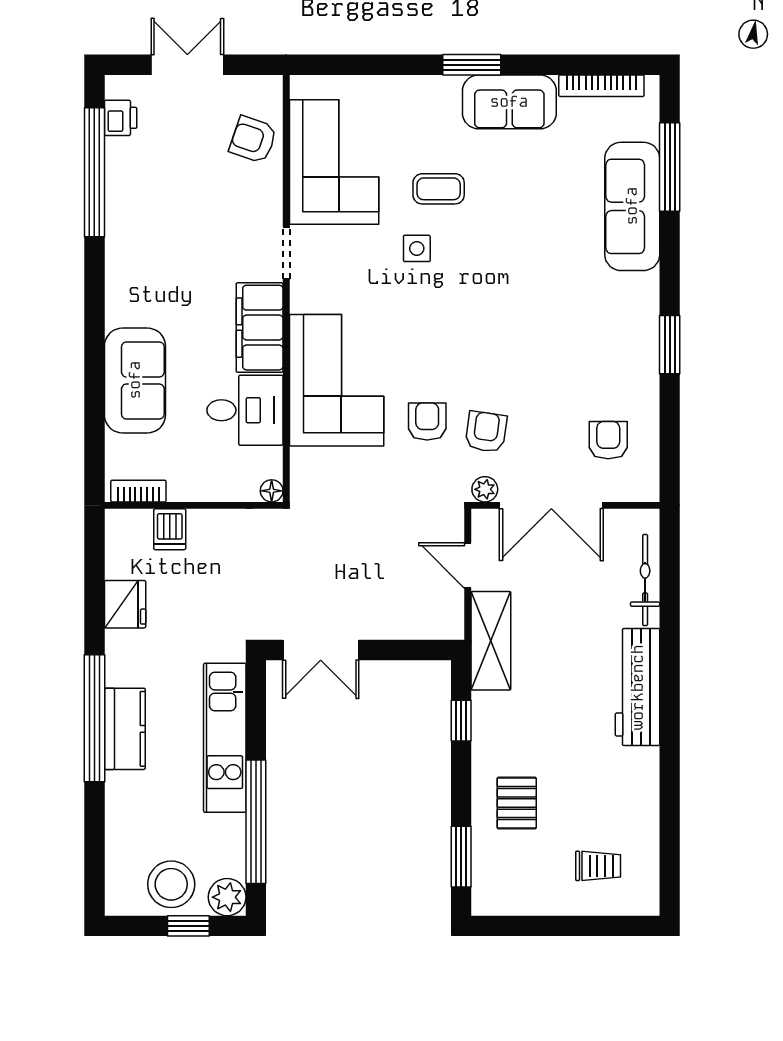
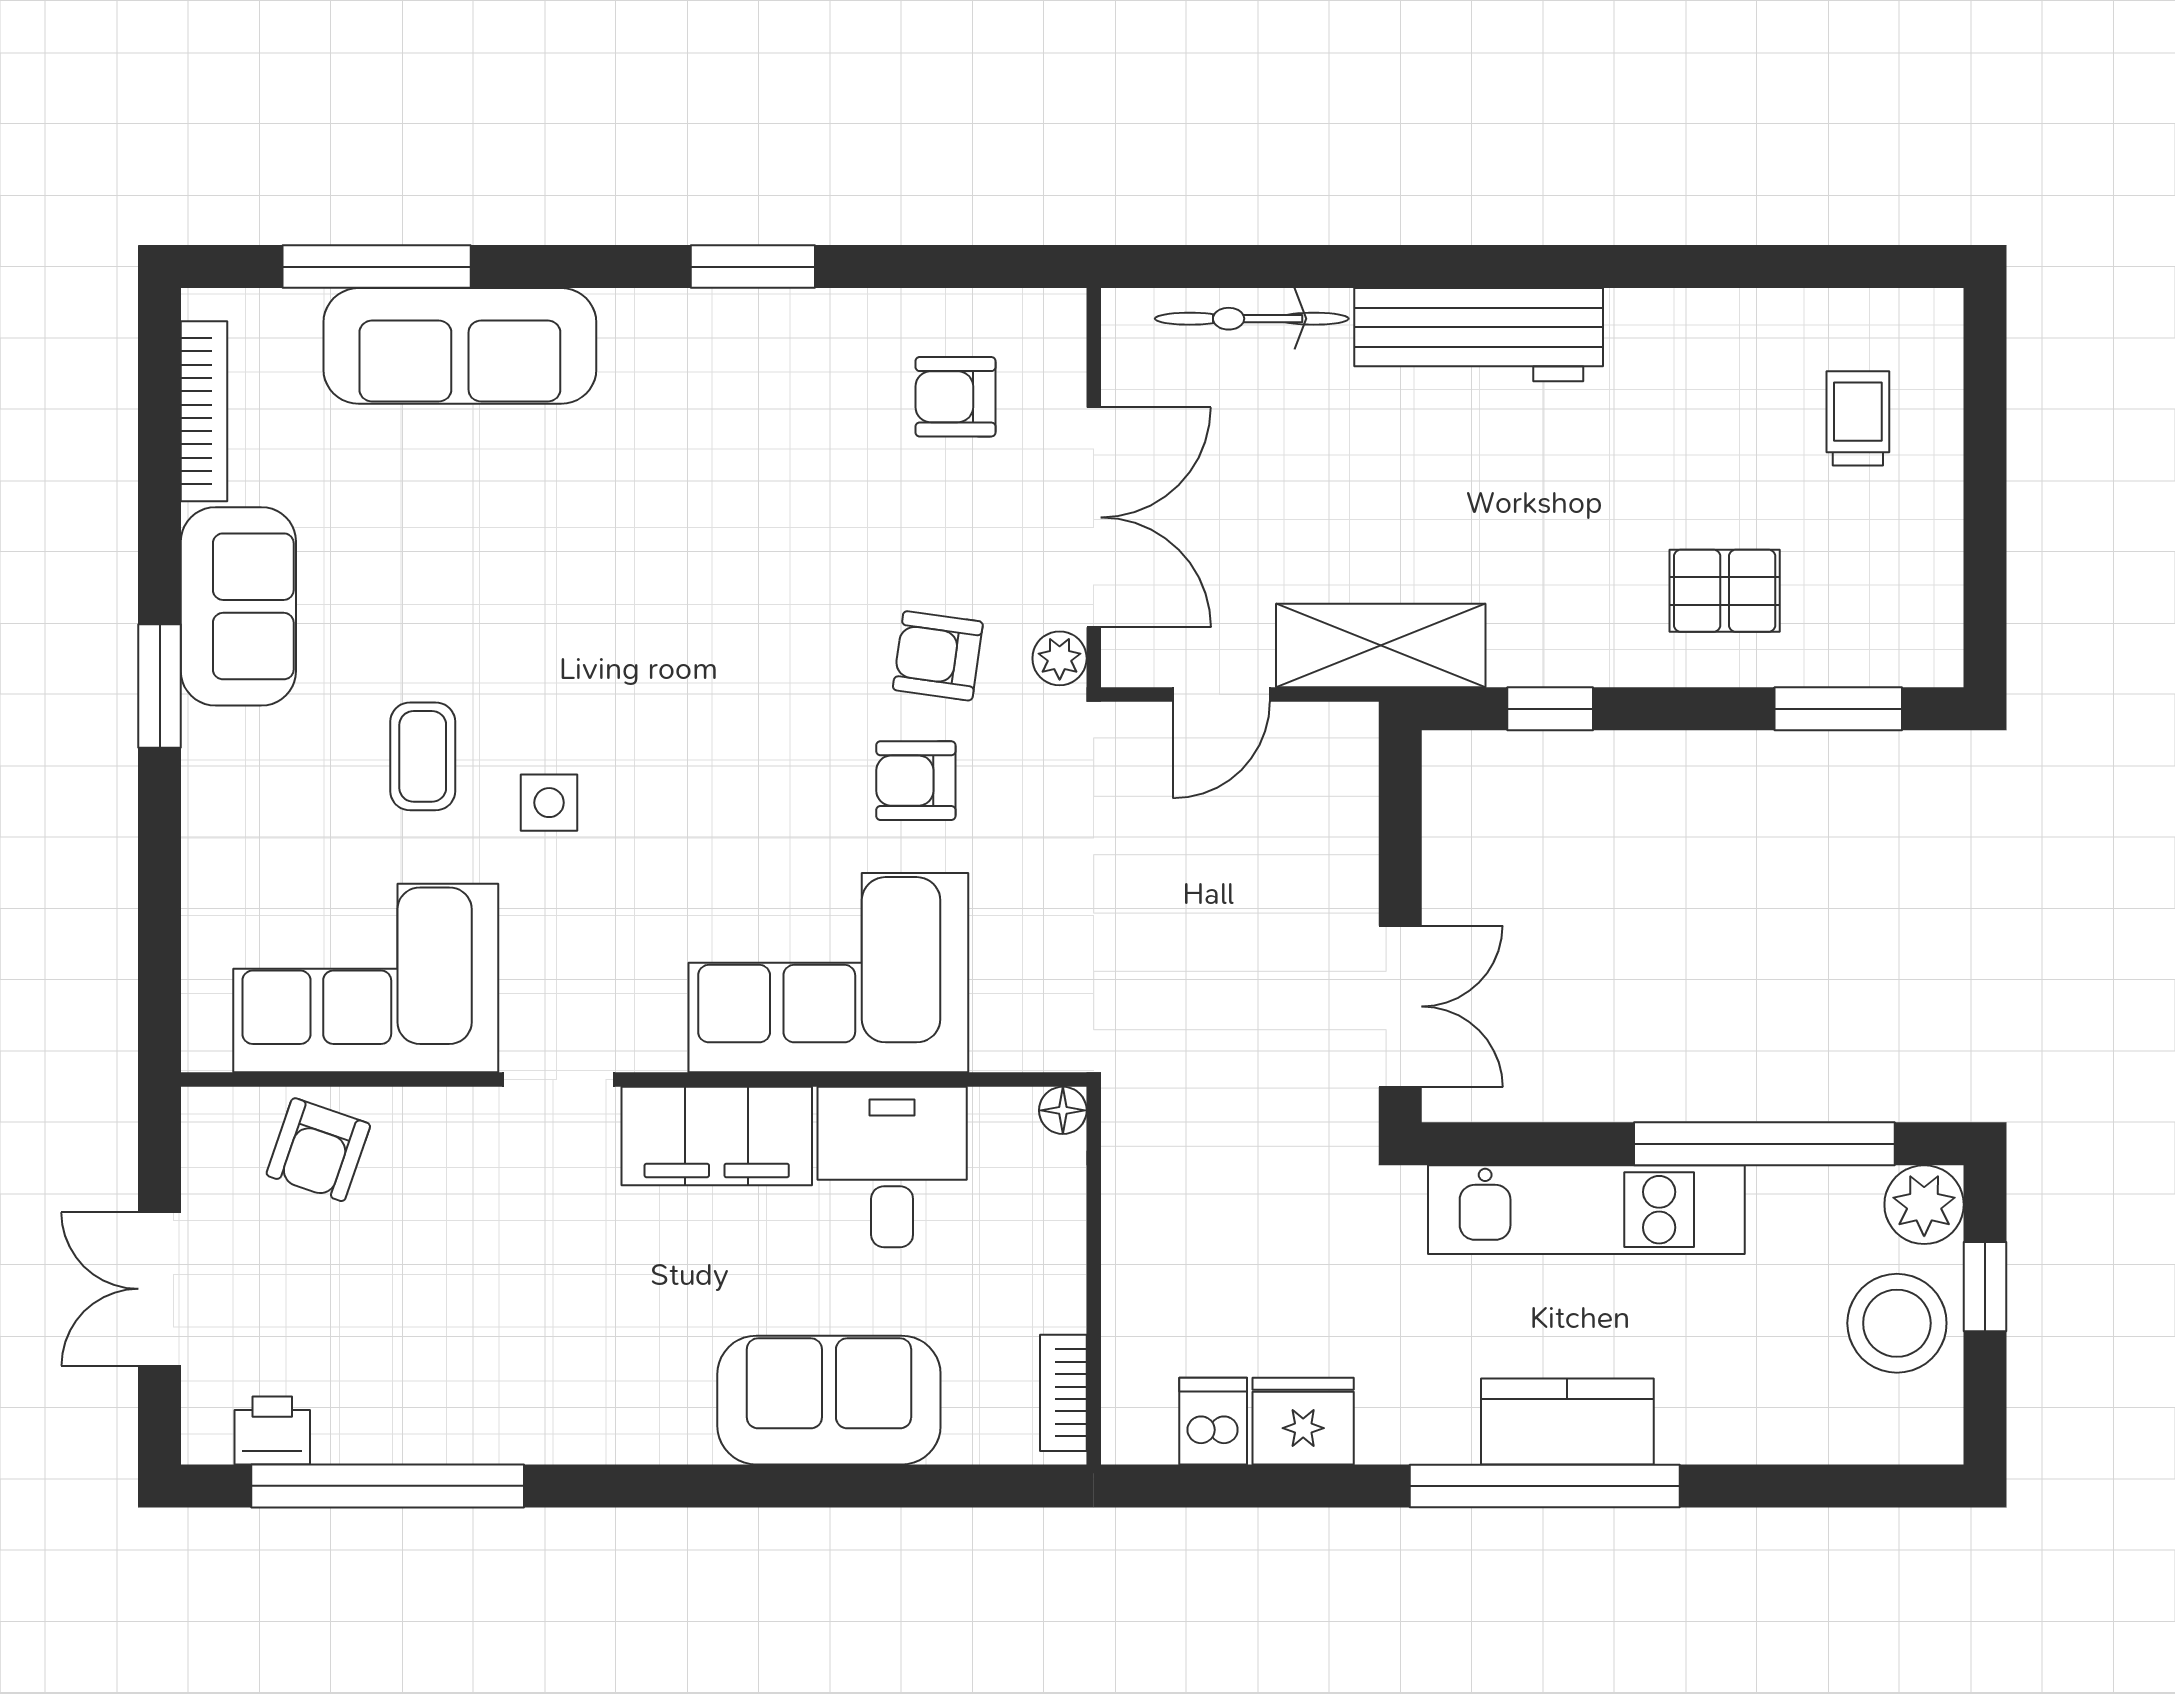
dishwasher: (170, 529) -> (1213, 1421), moved, turned -90

